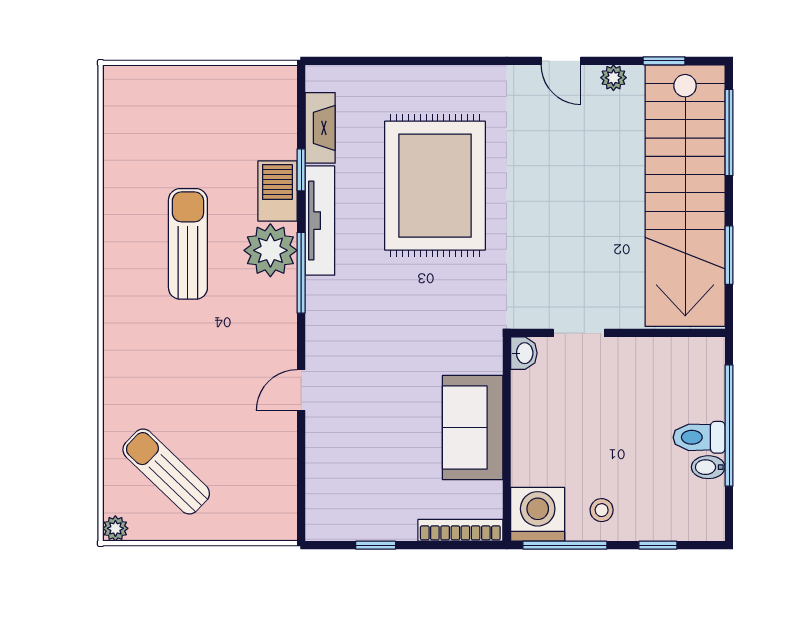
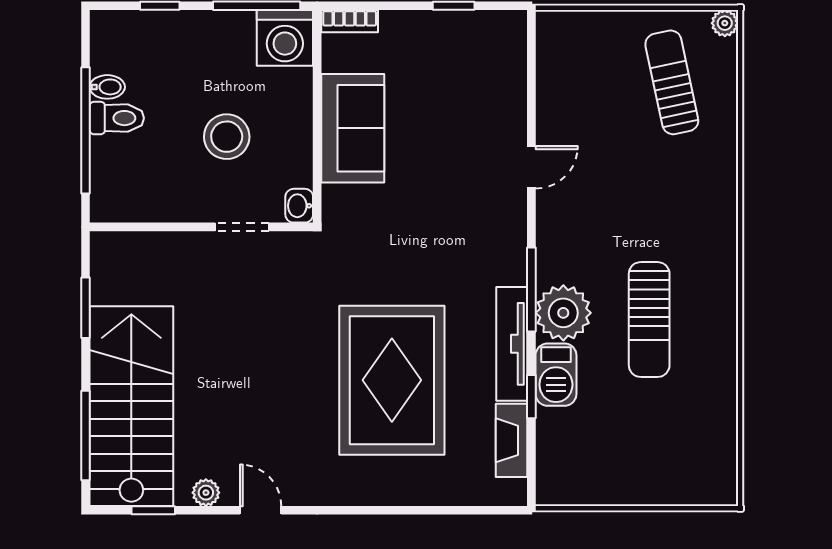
stairs: (685, 196) -> (131, 406), width x0.73
sun lounger: (166, 472) -> (672, 82), turned -146
stool: (602, 510) -> (227, 137), moved, width x1.89, depth x1.89
bookcase: (460, 530) -> (350, 21), width x0.64

